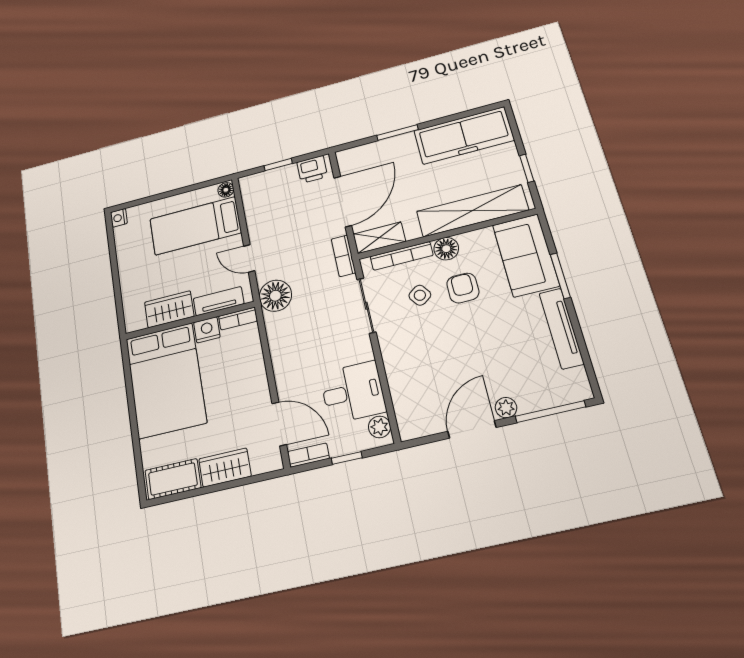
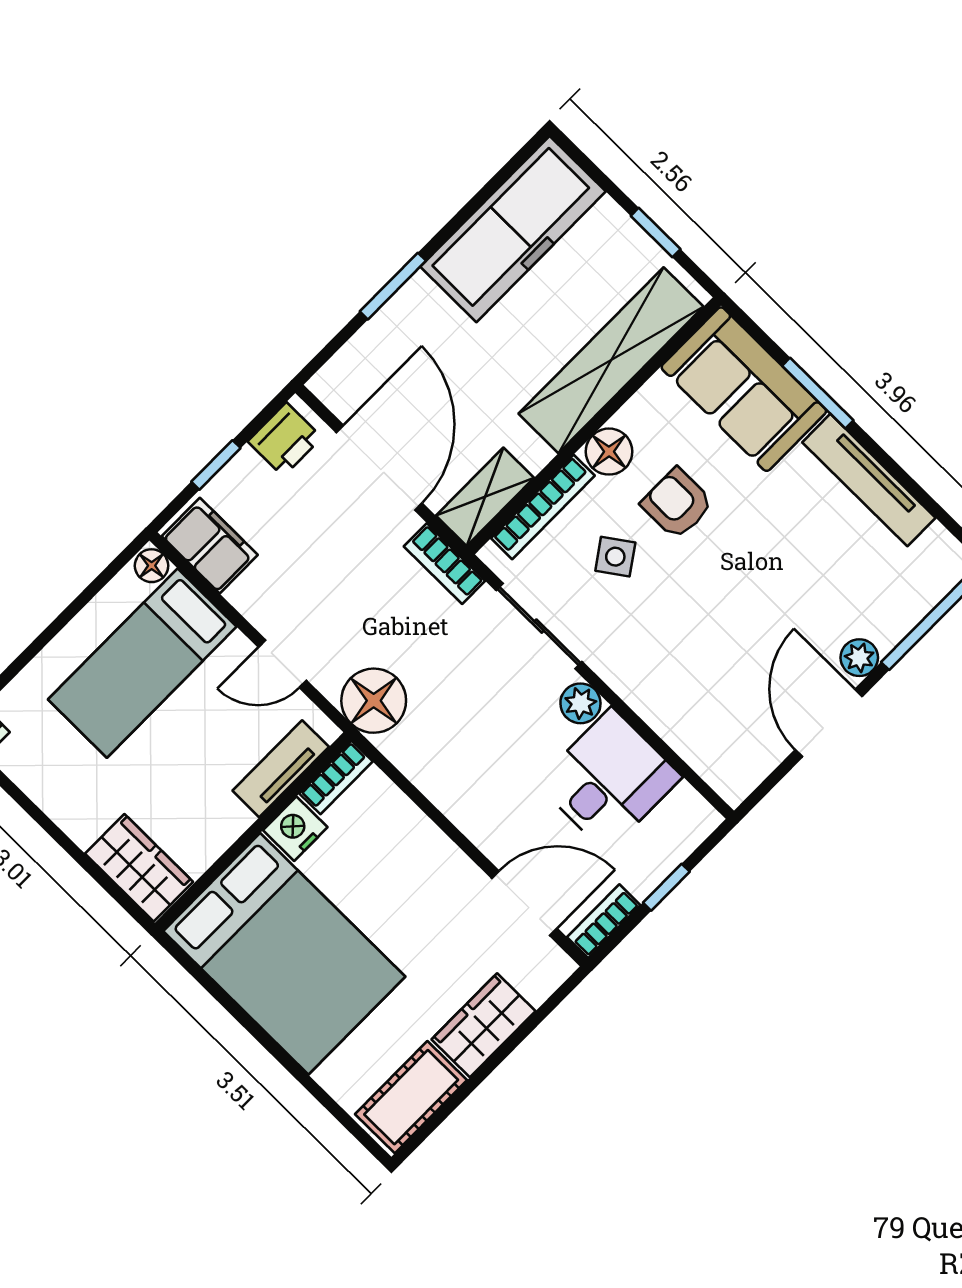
filing cabinet: (254, 195) -> (210, 546), added
wardrobe: (169, 309) -> (139, 868), moved, turned 90
plant: (379, 427) -> (580, 703), moved

